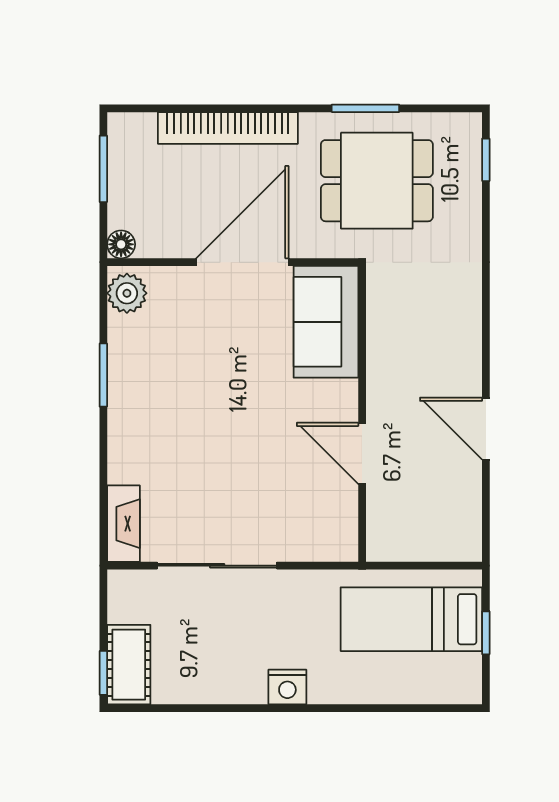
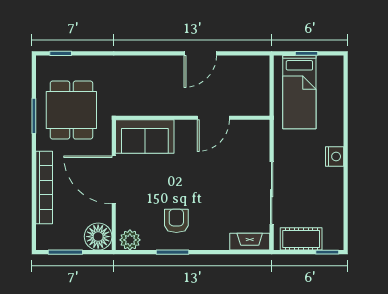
floor lamp: (121, 244) -> (98, 237), width x1.89, depth x1.89
armchair: (164, 382) -> (176, 221), added
cot: (129, 665) -> (301, 239), moved

